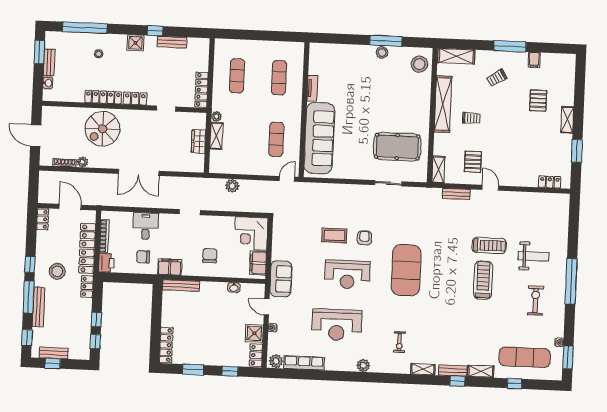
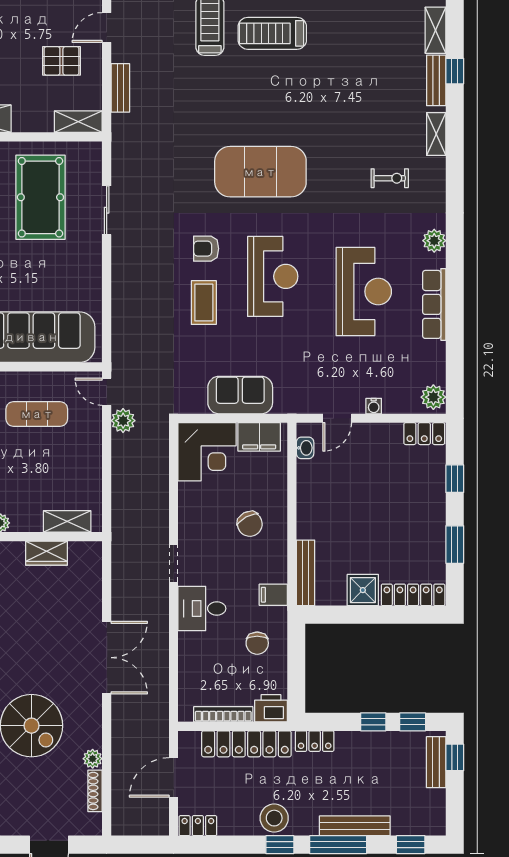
shelving: (216, 136) -> (67, 521), moved
plant: (232, 186) -> (123, 421), moved
desk: (146, 226) -> (202, 609), moved
chair: (210, 256) -> (250, 524), turned -118
filing cabinet: (170, 267) -> (273, 595), width x0.50
stool: (57, 271) -> (274, 818), moved
sofa: (281, 279) -> (240, 395), moved
washbasin: (234, 288) -> (305, 448), moved
shower: (254, 333) -> (363, 590), moved
bench: (54, 353) -> (436, 762), moved
window: (53, 363) -> (455, 757), moved
row of seats: (304, 363) -> (434, 304), moved

